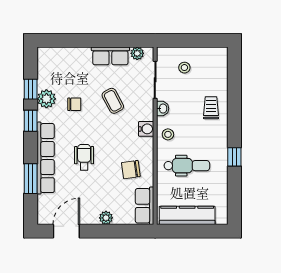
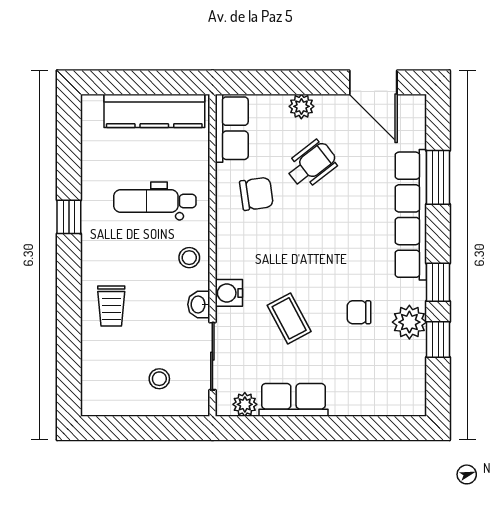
water cooler: (146, 129) -> (229, 293), moved
wheelchair: (84, 157) -> (312, 164), moved, turned -128
door: (66, 231) -> (373, 82), hinge flipped

